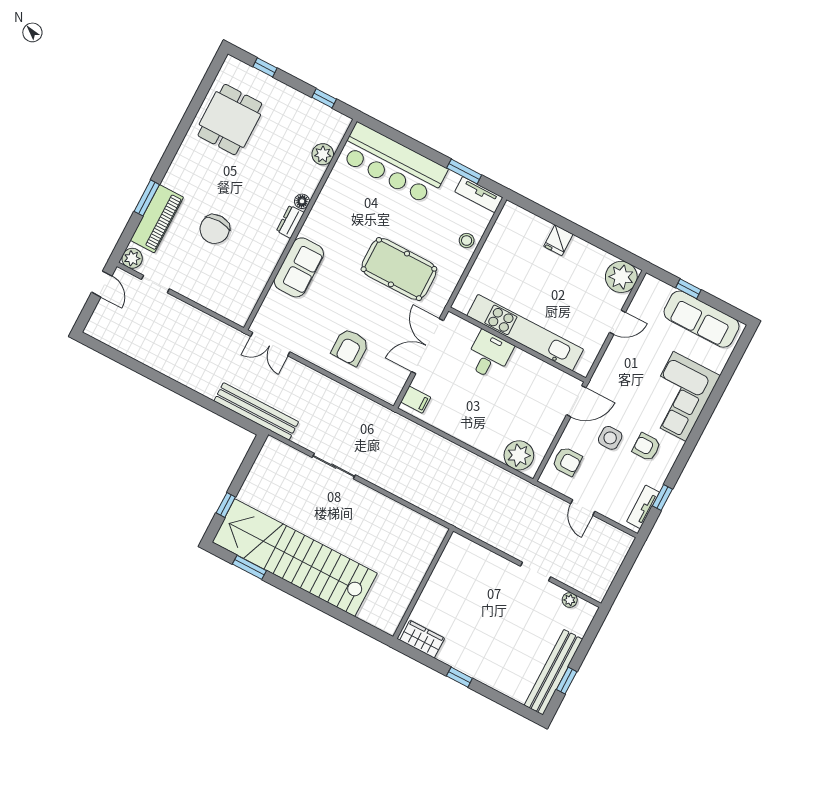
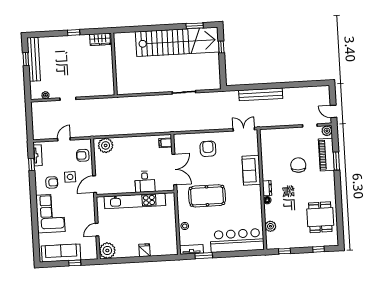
bench: (256, 411) -> (261, 94), moved
door: (583, 507) -> (64, 139), hinge flipped

